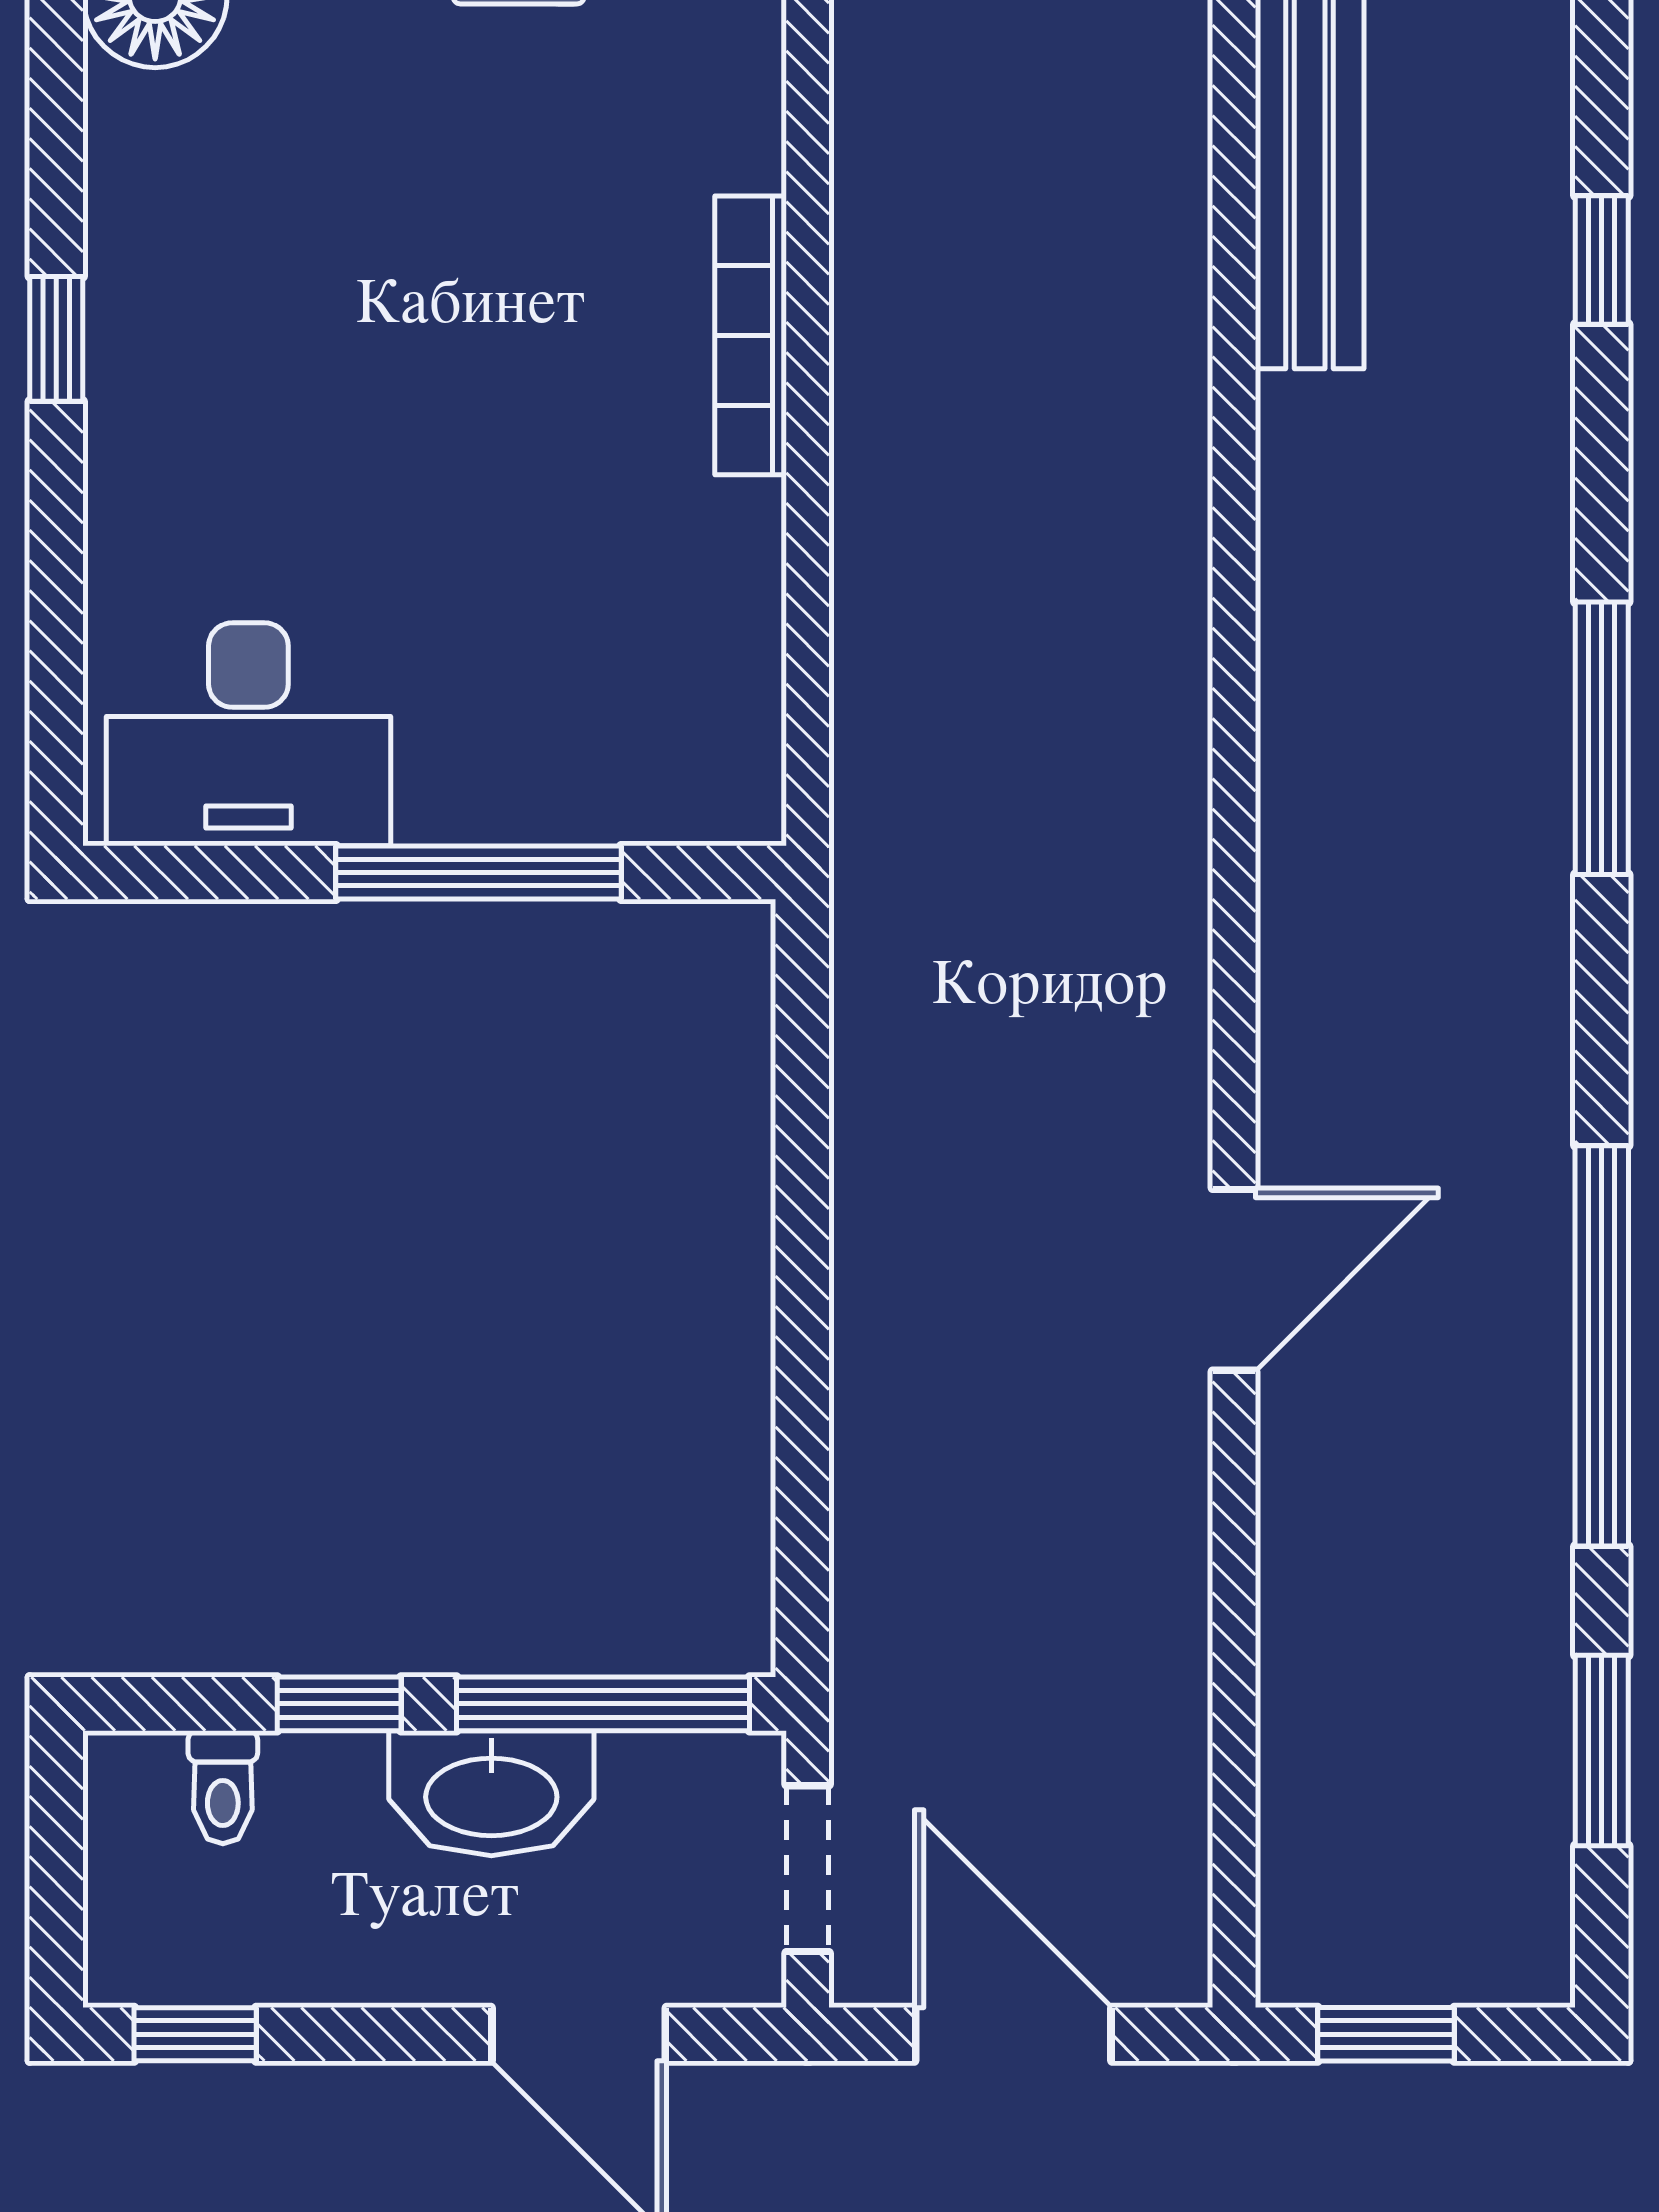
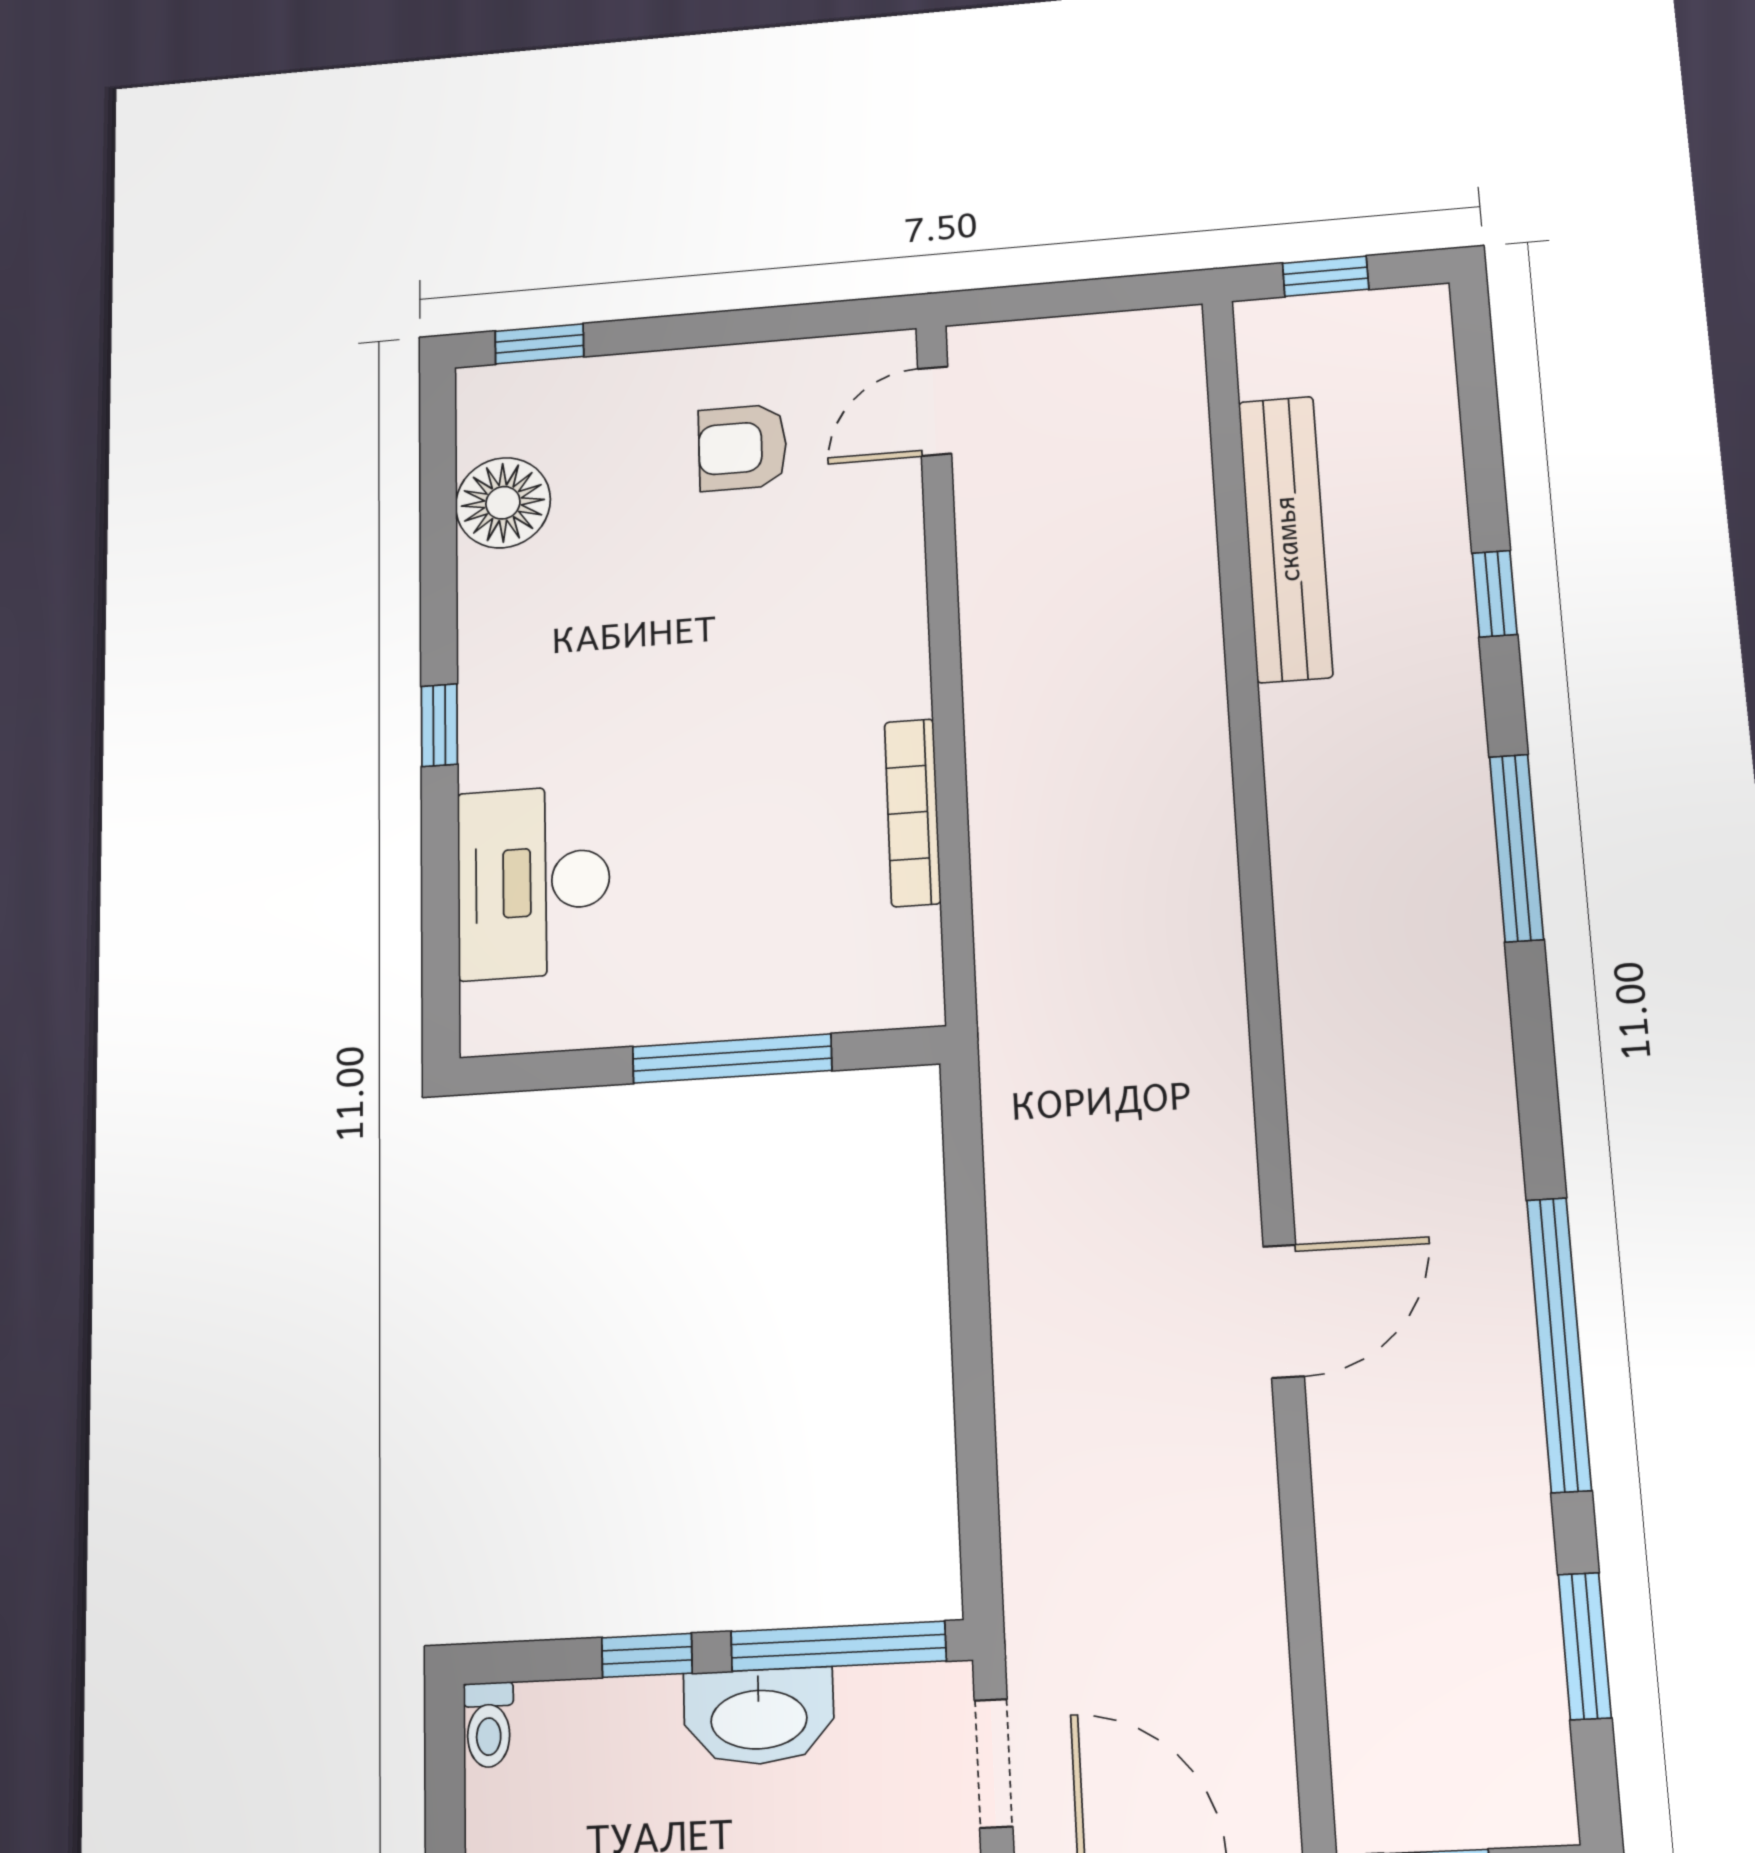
bookcase: (751, 335) -> (913, 813), moved
desk: (248, 734) -> (534, 882), moved, turned 90
window: (1602, 738) -> (1516, 848), moved
toilet: (223, 1787) -> (489, 1725), moved

